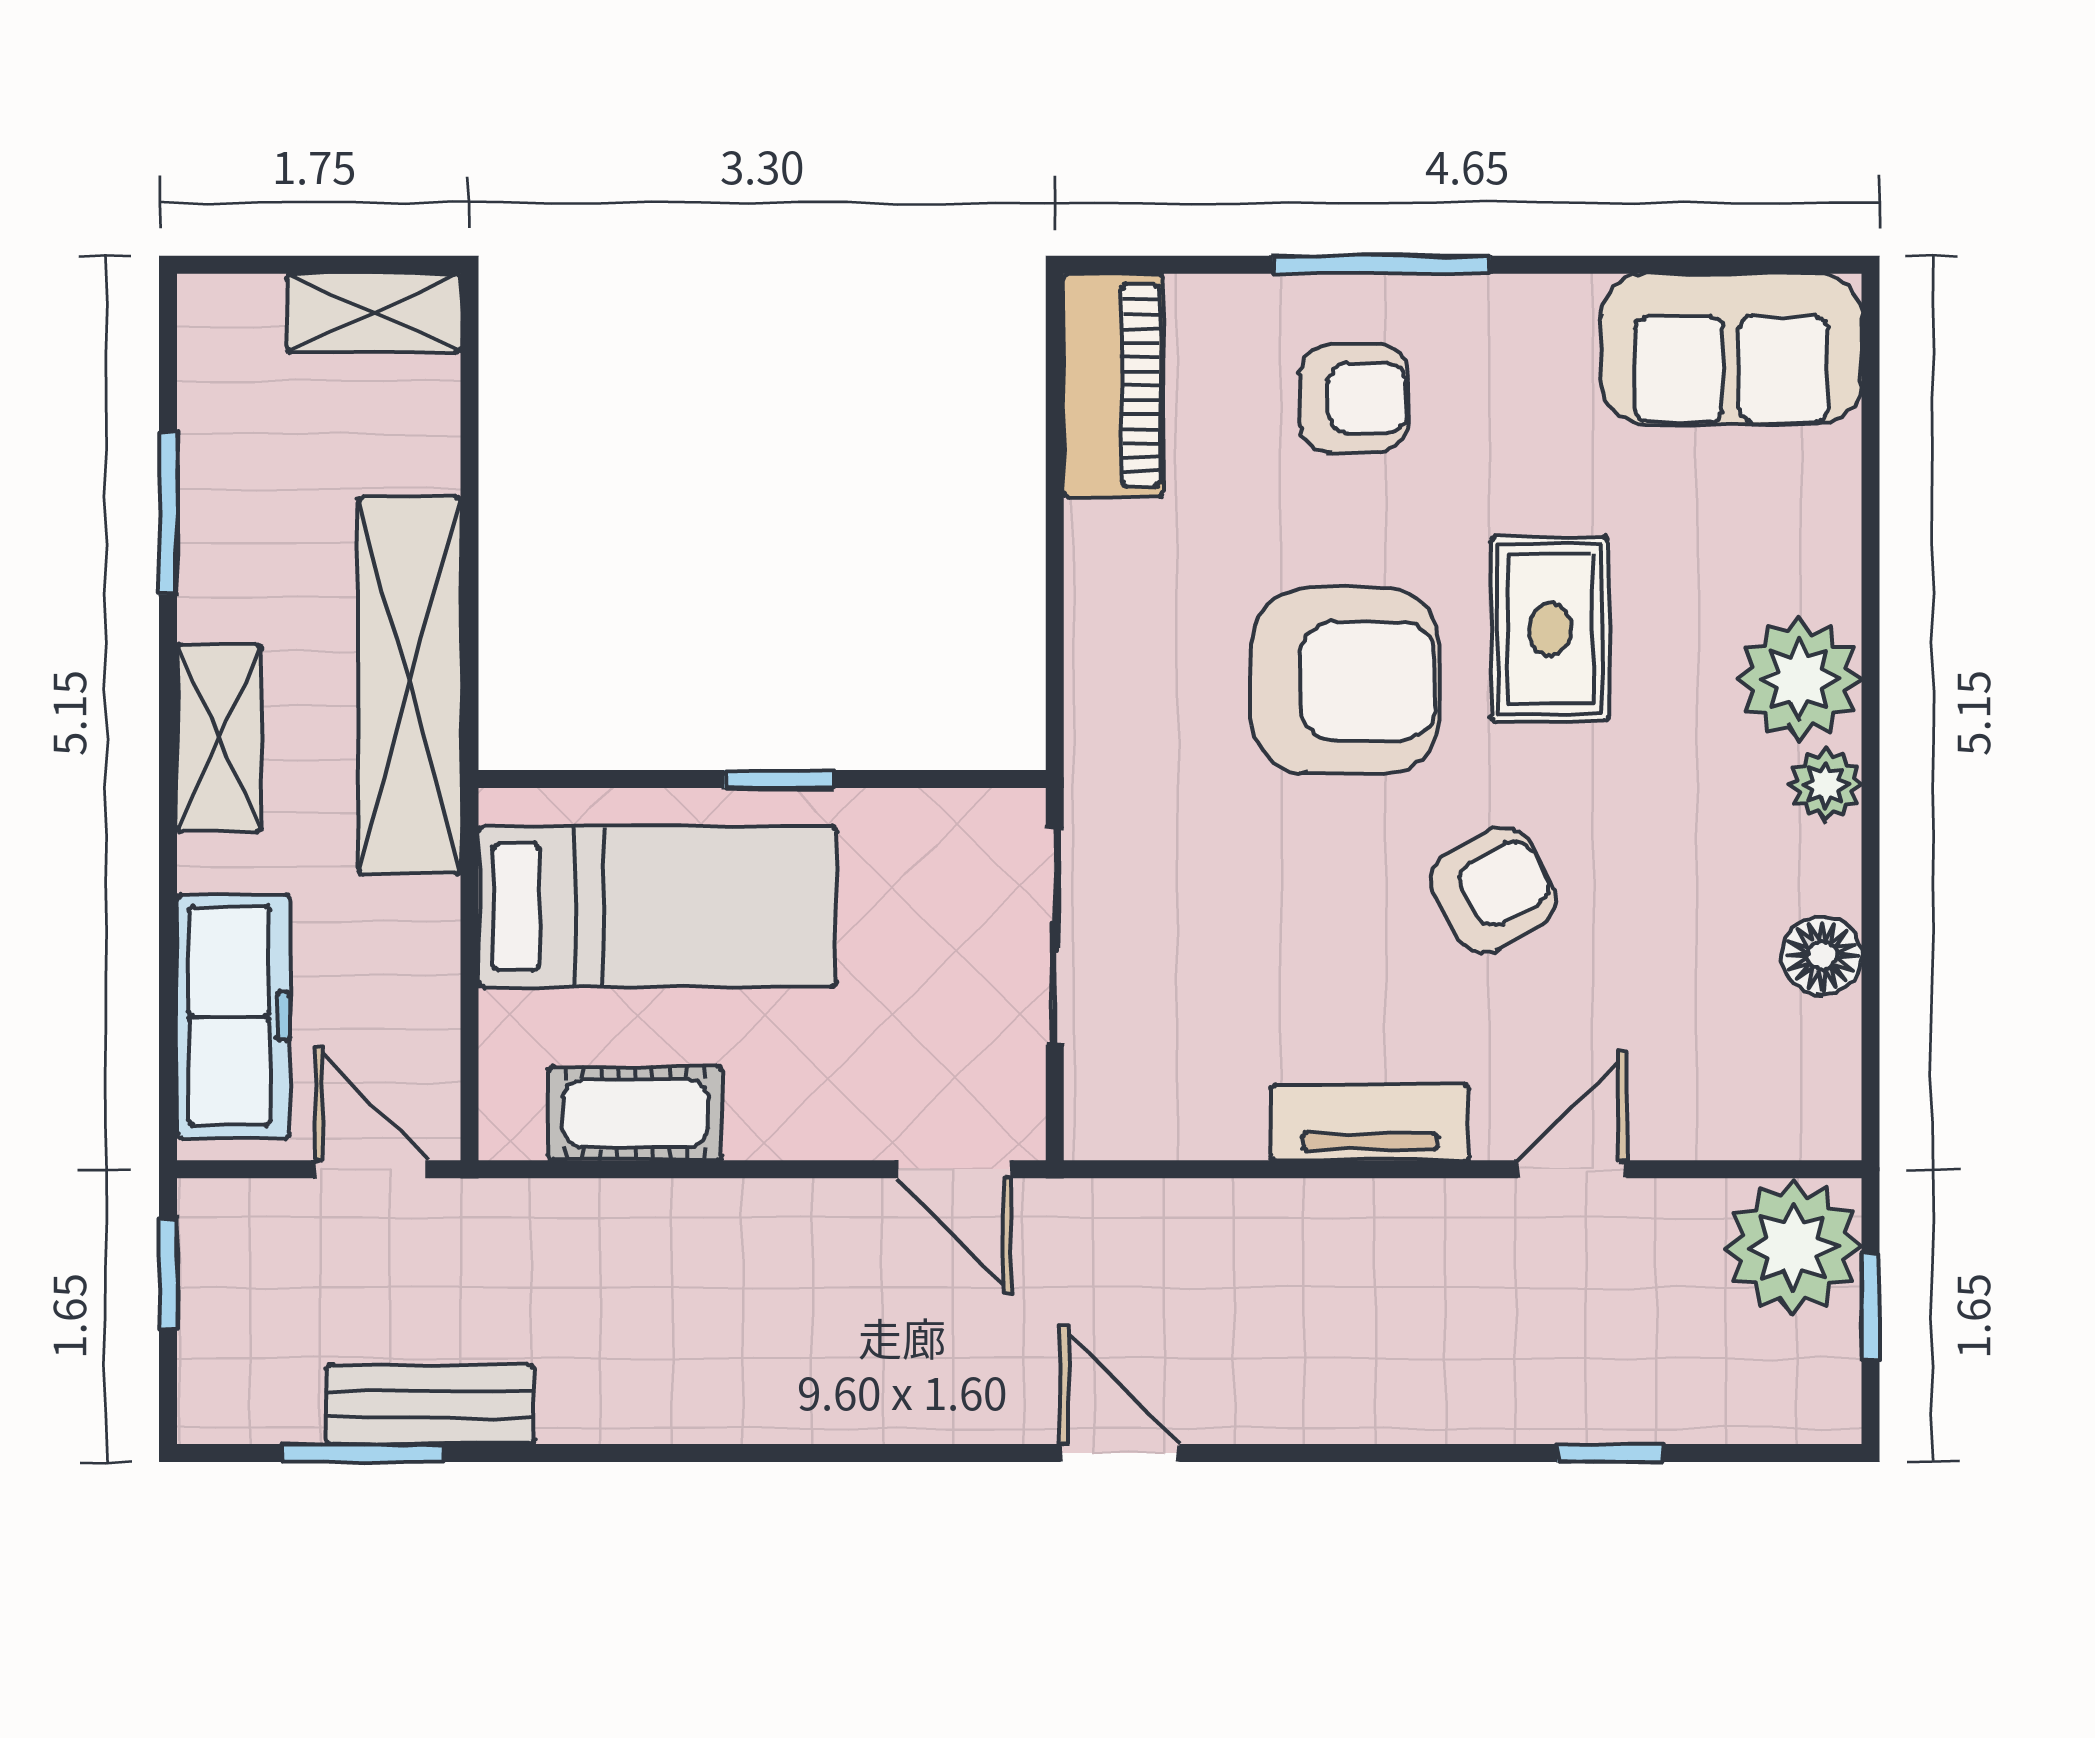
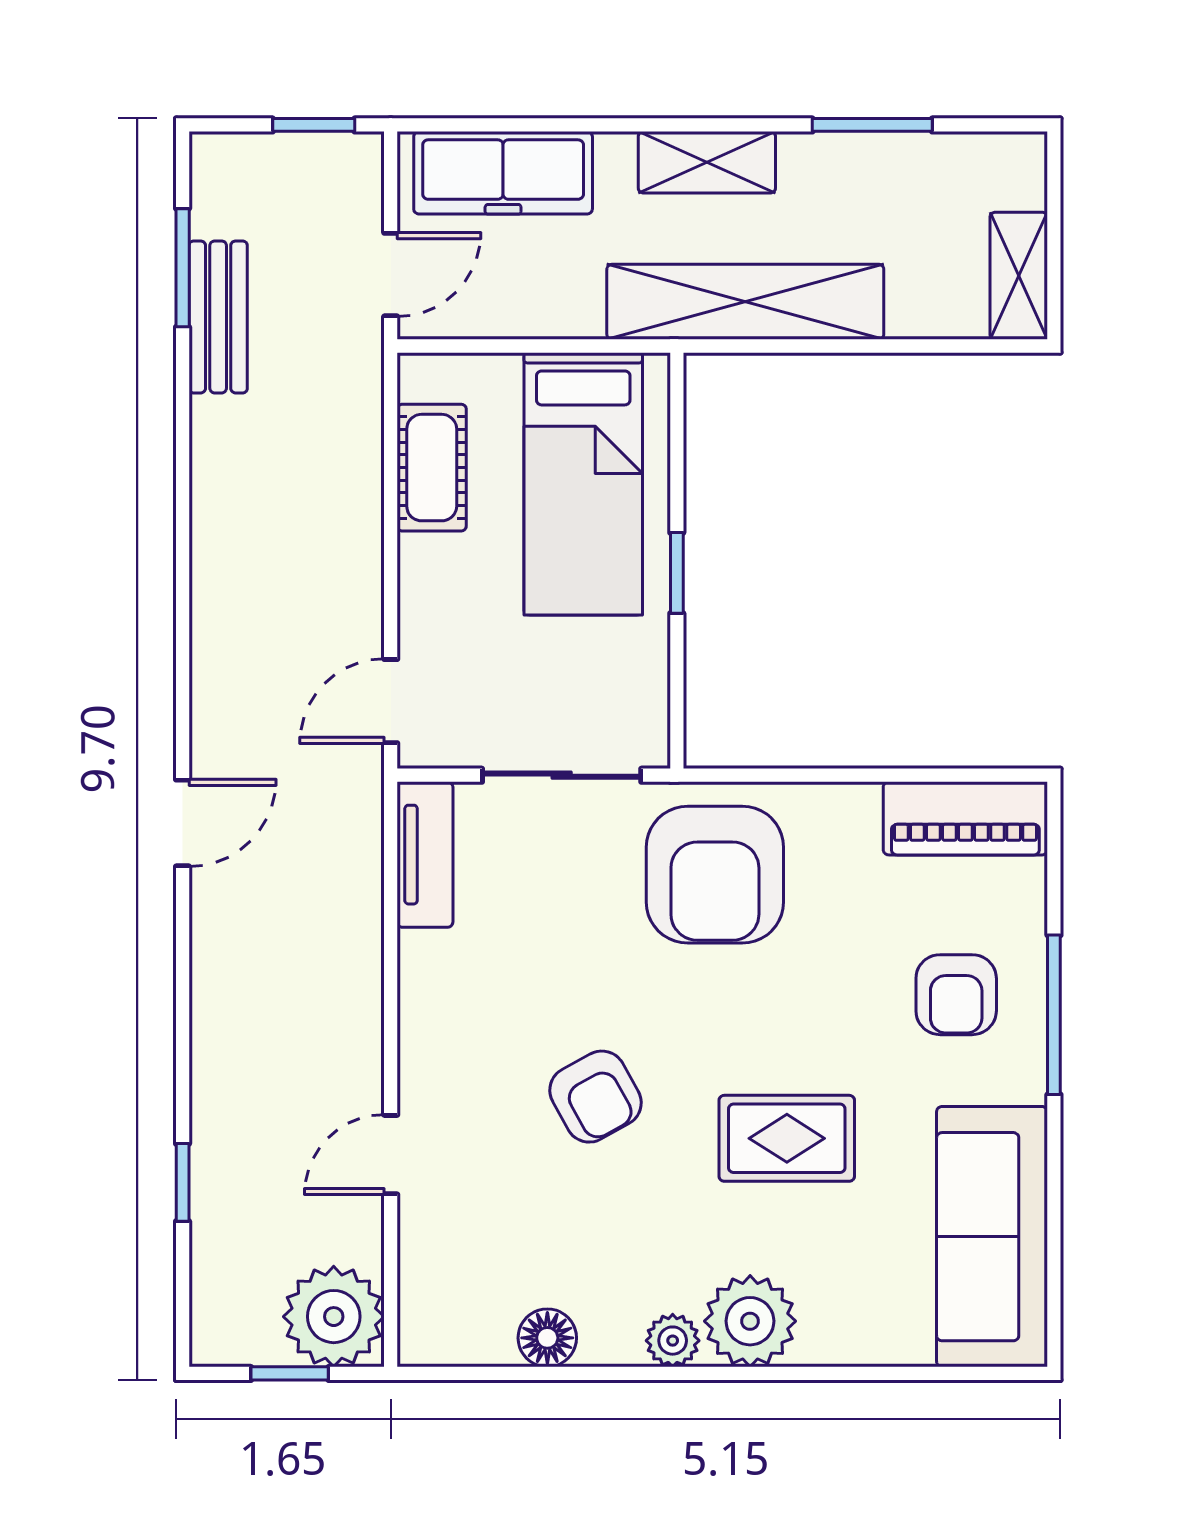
sofa: (1731, 349) -> (992, 1237), width x1.36
armchair: (1345, 681) -> (715, 875), moved
tv unit: (1370, 1122) -> (425, 855), moved
door: (1572, 1169) -> (391, 1155), swing flipped

